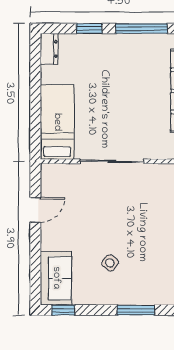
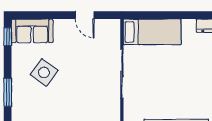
side table: (110, 263) -> (44, 72), width x1.87, depth x1.87

